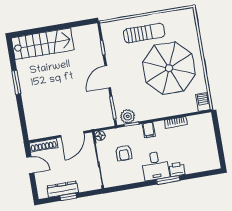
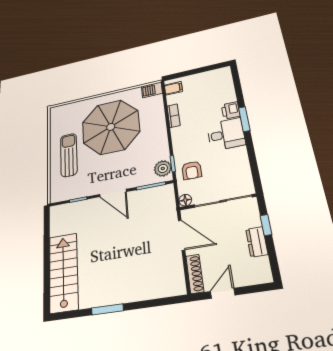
filing cabinet: (149, 130) -> (173, 88), moved
armchair: (124, 153) -> (192, 170), moved, turned 90
dresser: (63, 189) -> (257, 242), width x0.70
window: (68, 197) -> (266, 225), moved

